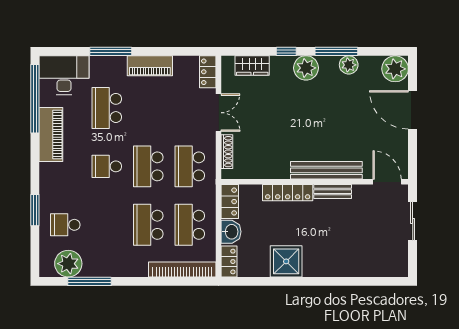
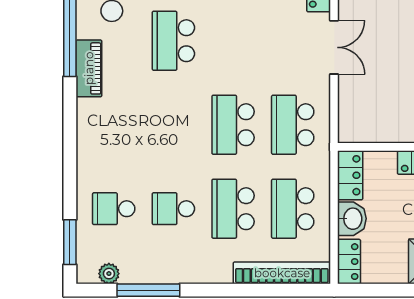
piano: (51, 135) -> (89, 68), width x0.73, depth x0.75
shoe rack: (227, 152) -> (346, 104), removed
school desk: (107, 166) -> (173, 209), moved
window: (35, 210) -> (70, 242), moved
plant: (68, 264) -> (109, 274), width x0.53, depth x0.53

